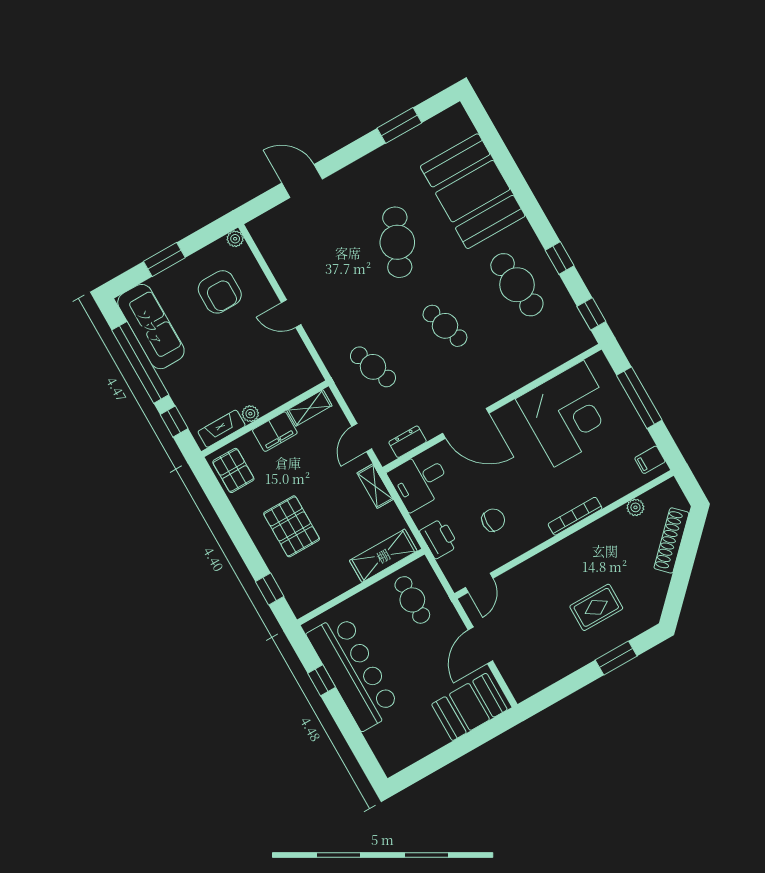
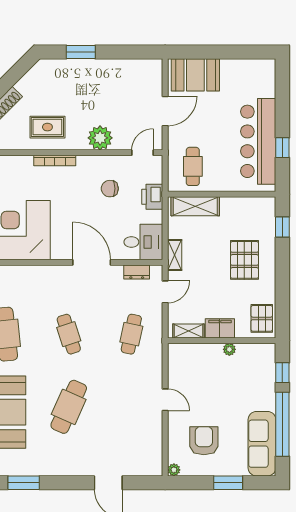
cafe table: (373, 367) -> (131, 334), turned 33
fireplace: (222, 429) -> (254, 350), removed
plant: (635, 507) -> (100, 138), moved, width x1.88, depth x1.88
rug: (596, 607) -> (47, 127), moved

